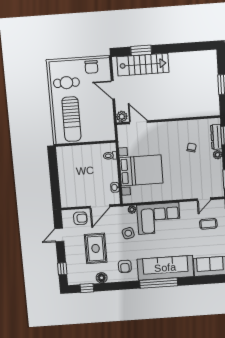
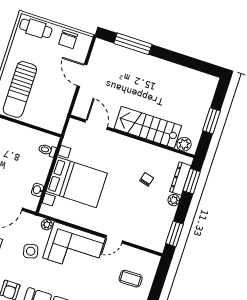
window: (141, 50) -> (133, 44), width x1.44
stairs: (143, 65) -> (148, 127), moved, turned 180
cafe table: (66, 83) -> (36, 28), moved
plant: (122, 116) -> (184, 144), moved
door: (204, 199) -> (114, 239), moved

